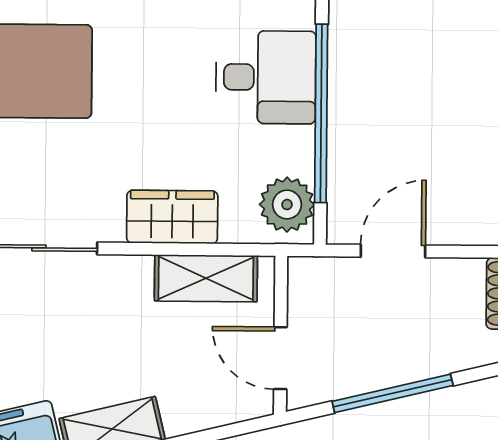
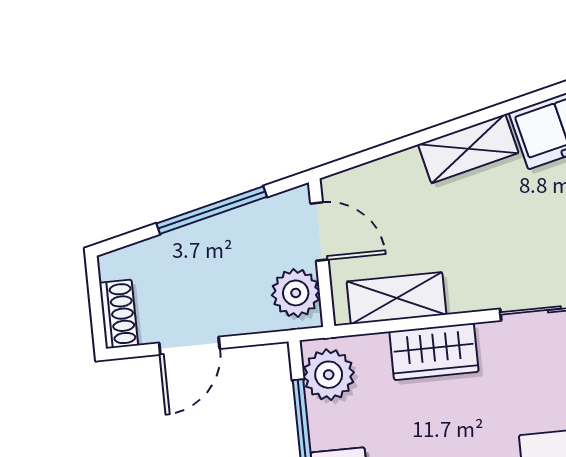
door: (393, 251) -> (189, 346), moved
plant: (313, 295) -> (296, 293), added

